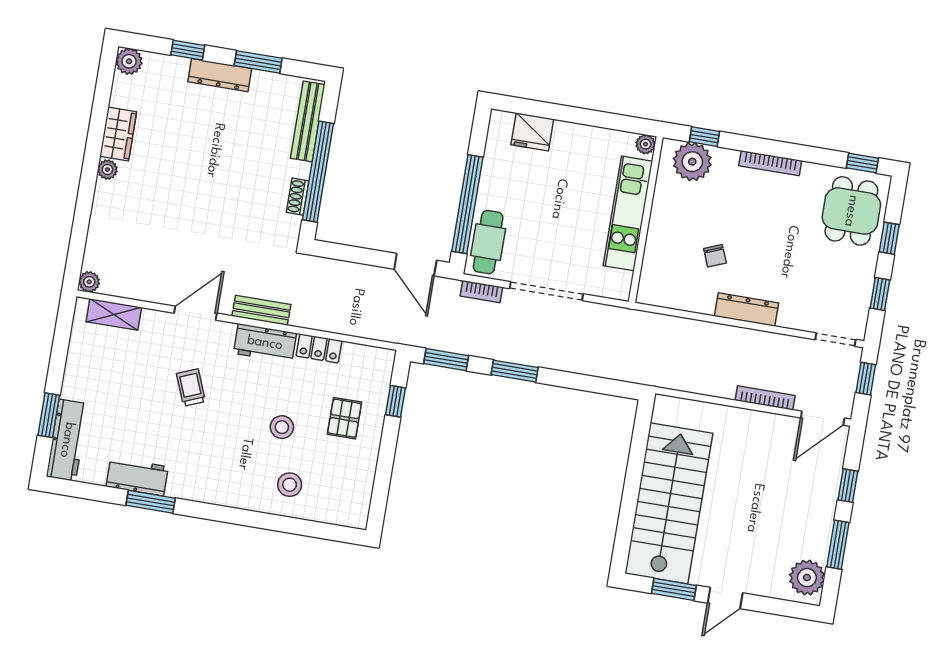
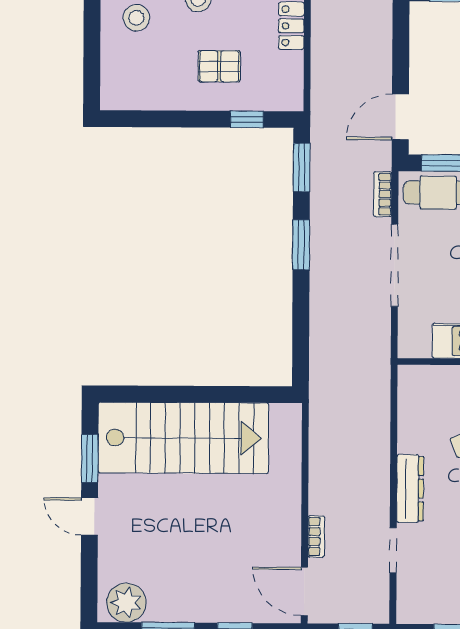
doorway: (835, 340) -> (393, 550), moved
bookcase: (765, 398) -> (316, 536), width x0.64

